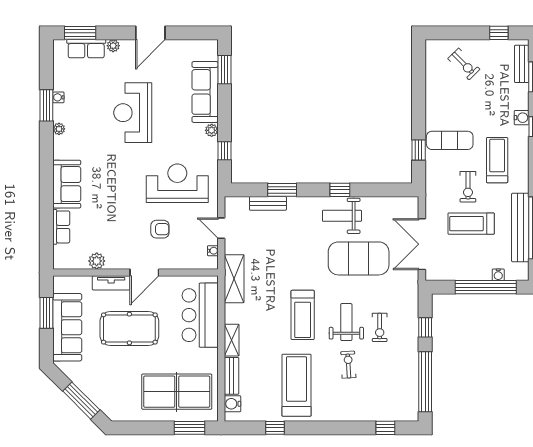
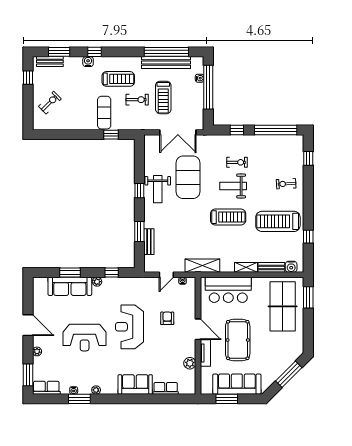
row of seats: (86, 49) -> (46, 388), moved, turned -90
window: (224, 70) -> (70, 272), moved
treadmill: (497, 160) -> (118, 79), turned 180
reception desk: (177, 183) -> (129, 327), moved
exercise bike: (348, 365) -> (286, 184), moved

